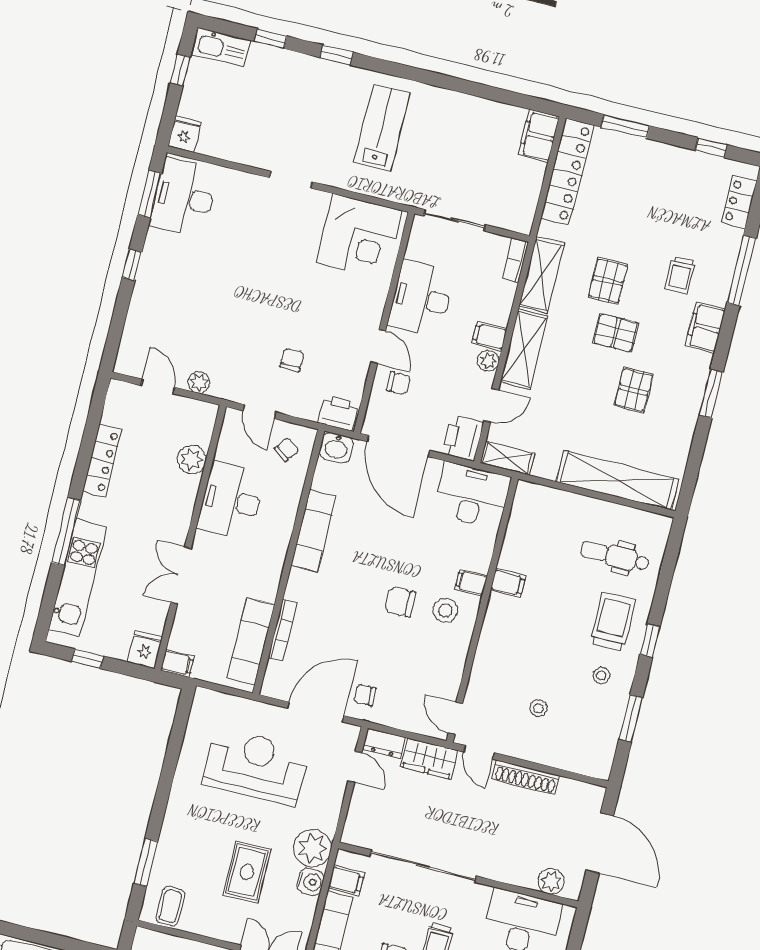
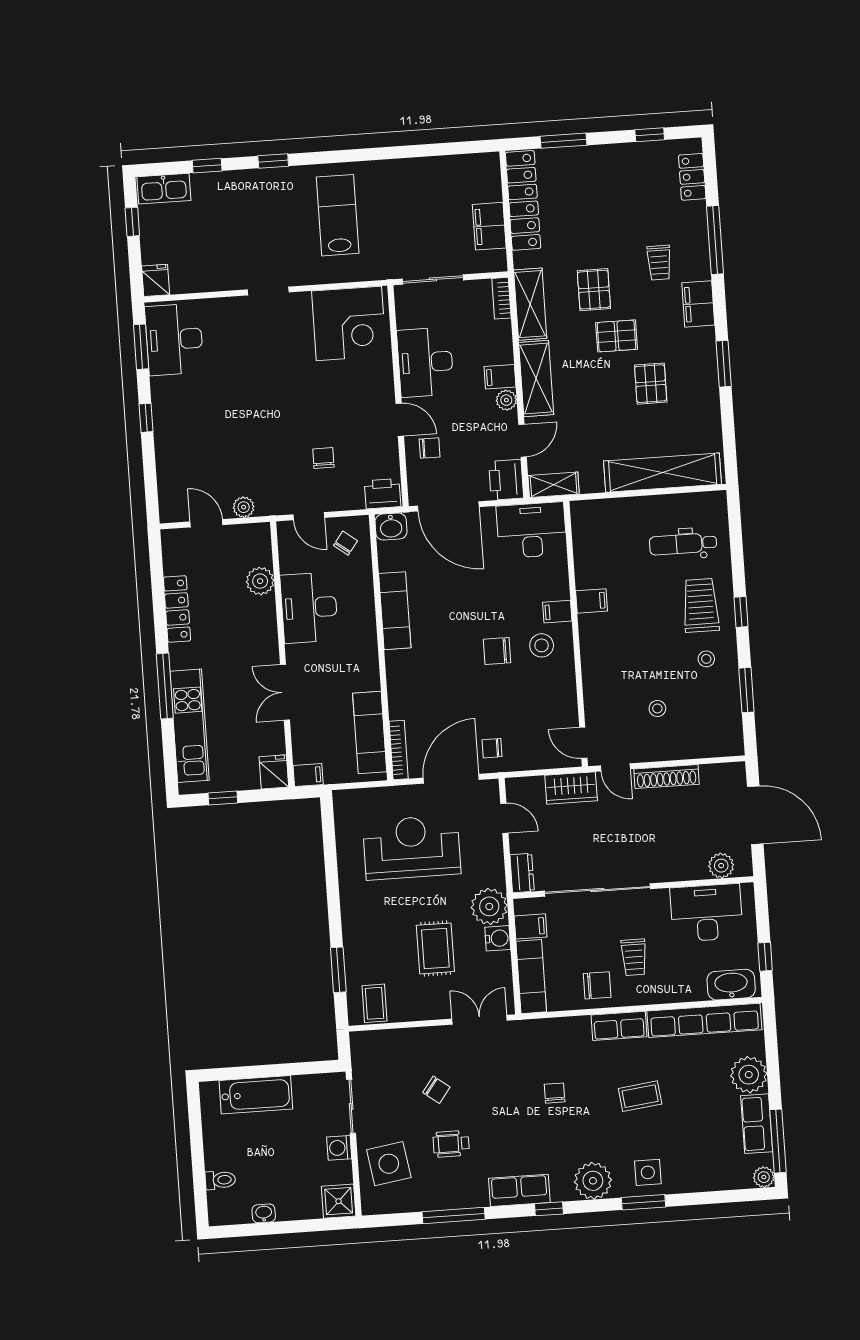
filing cabinet: (539, 136) -> (489, 226), moved
bookcase: (283, 630) -> (399, 750), moved
dresser: (384, 743) -> (522, 873), moved, turned -90

